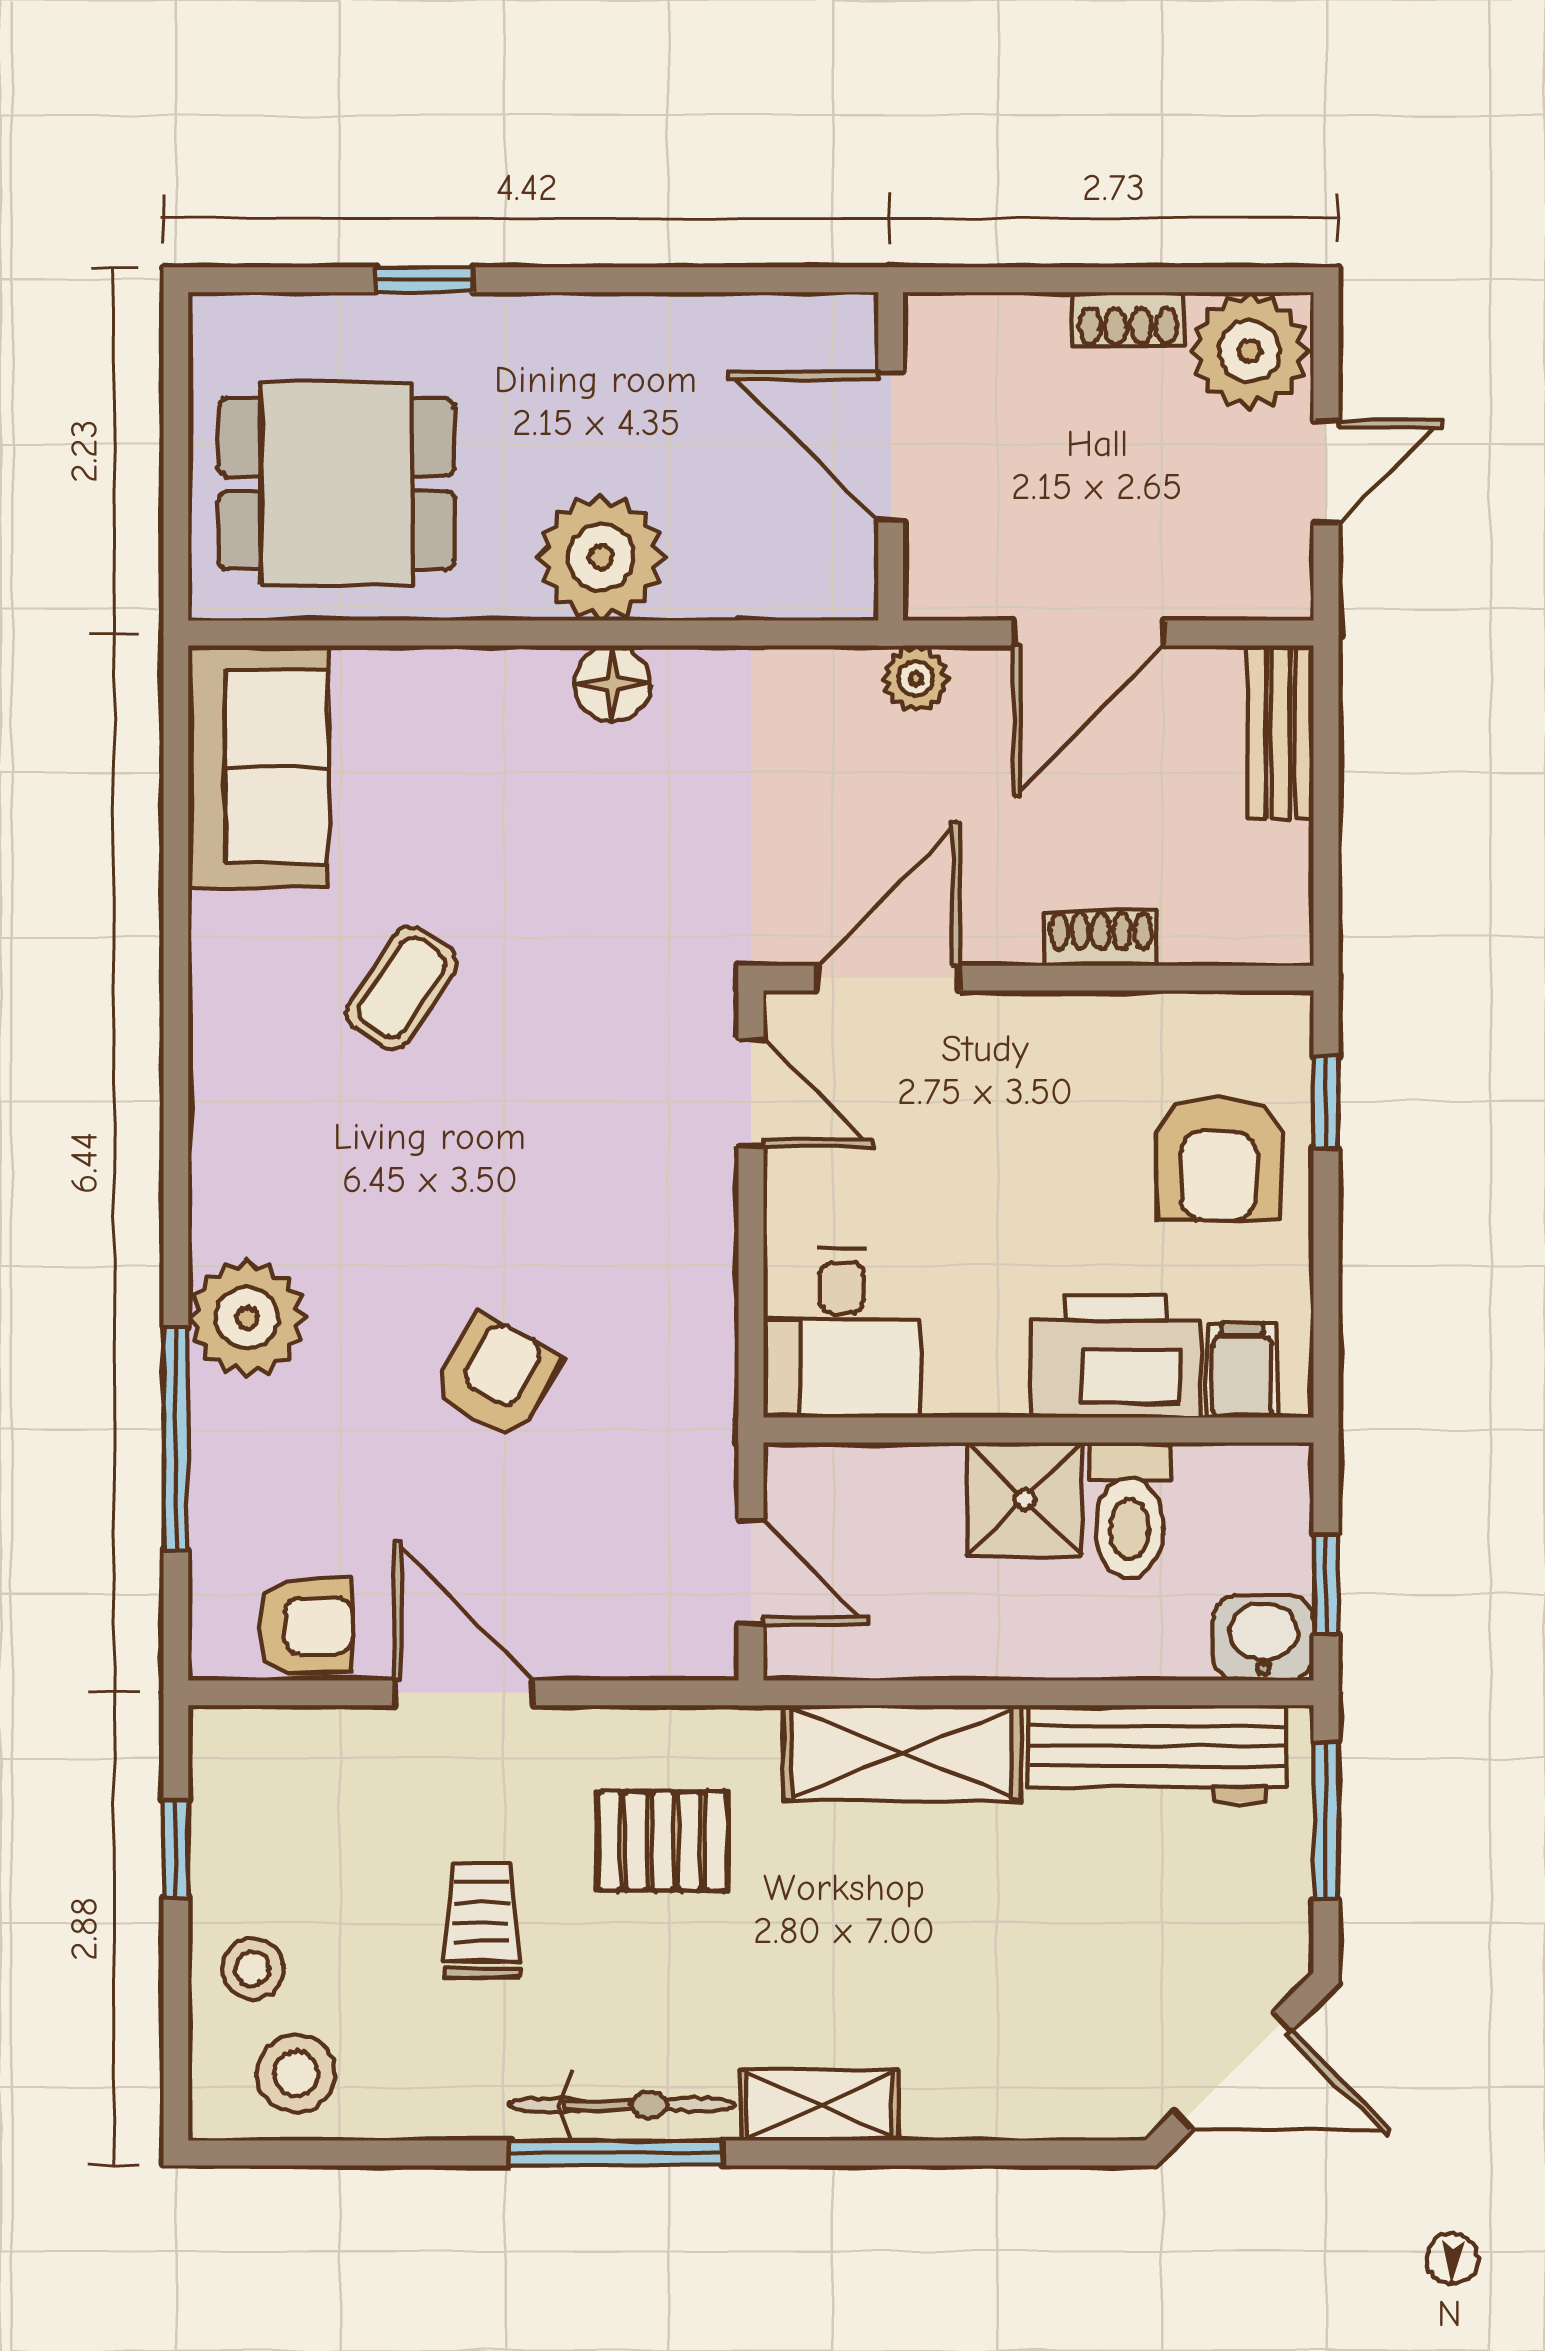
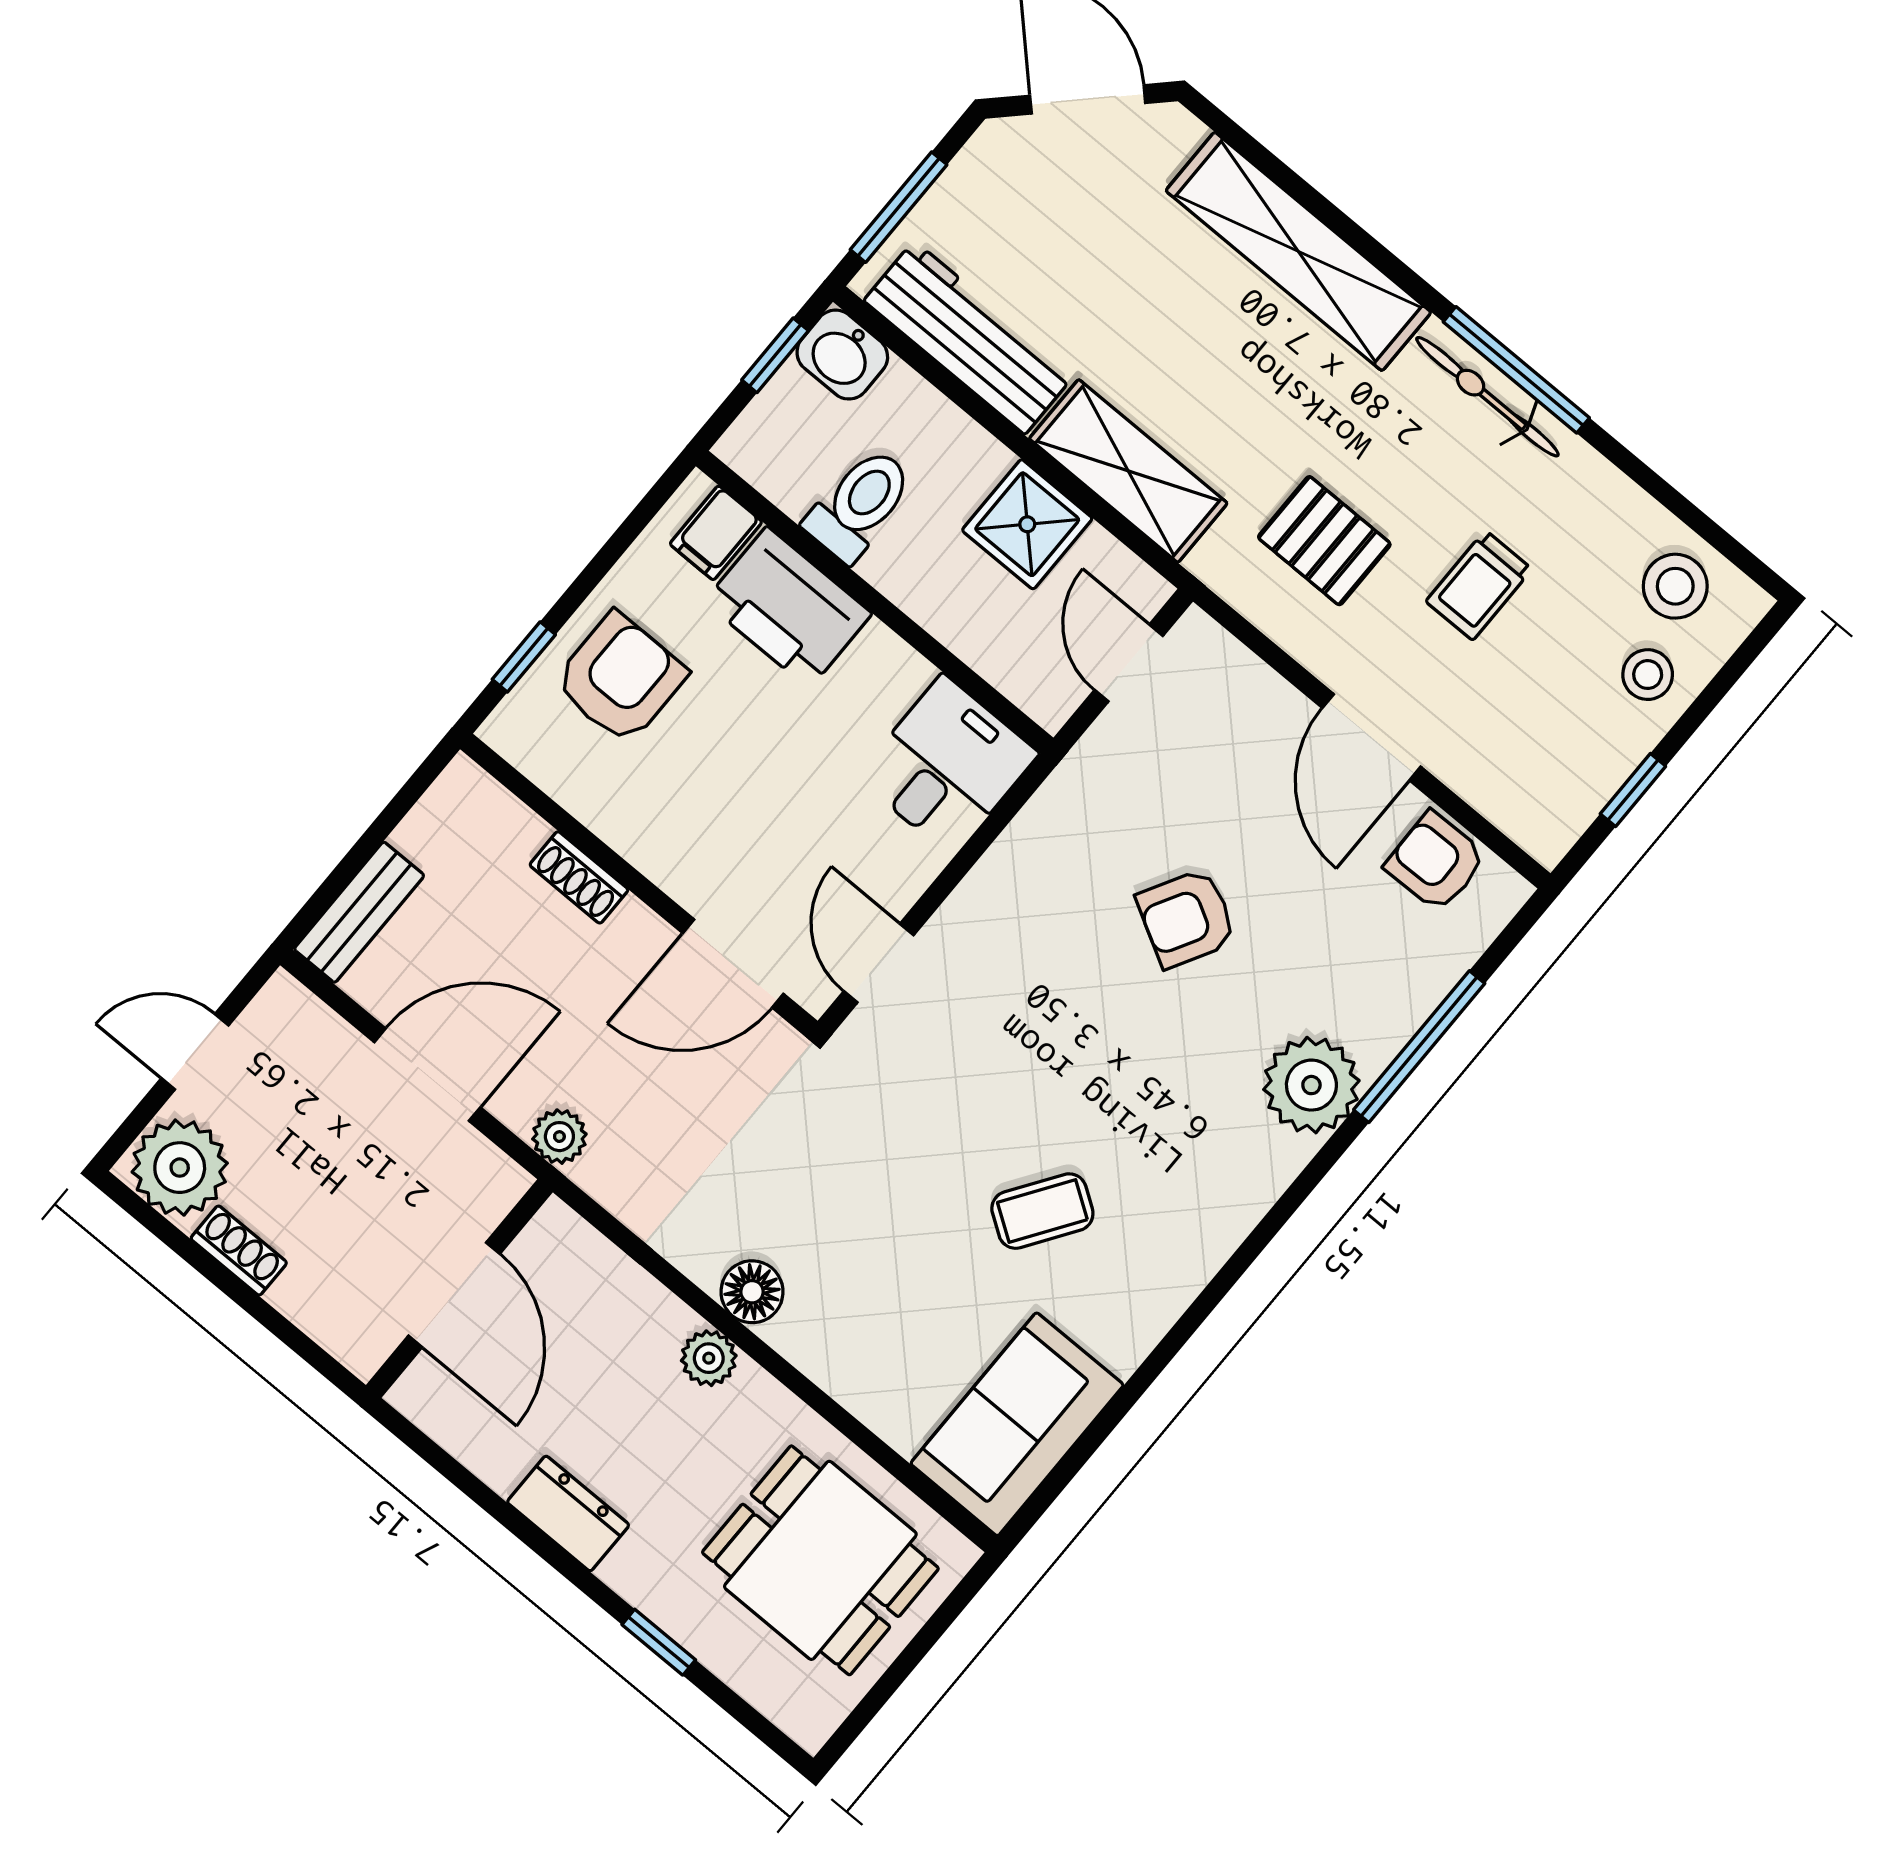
dresser: (612, 330) -> (568, 1514), added
plant: (601, 557) -> (709, 1358), width x0.53, depth x0.53
shower: (1024, 1500) -> (1027, 524), moved
shelving: (820, 2105) -> (1298, 251), width x2.20, depth x1.33

